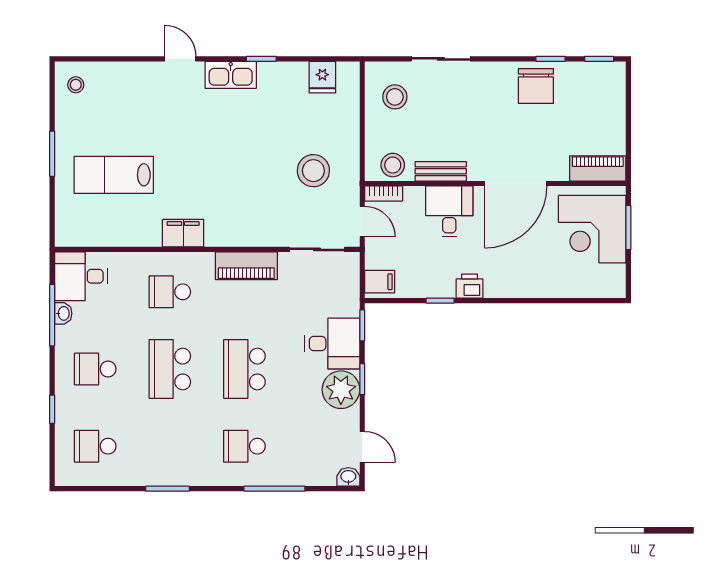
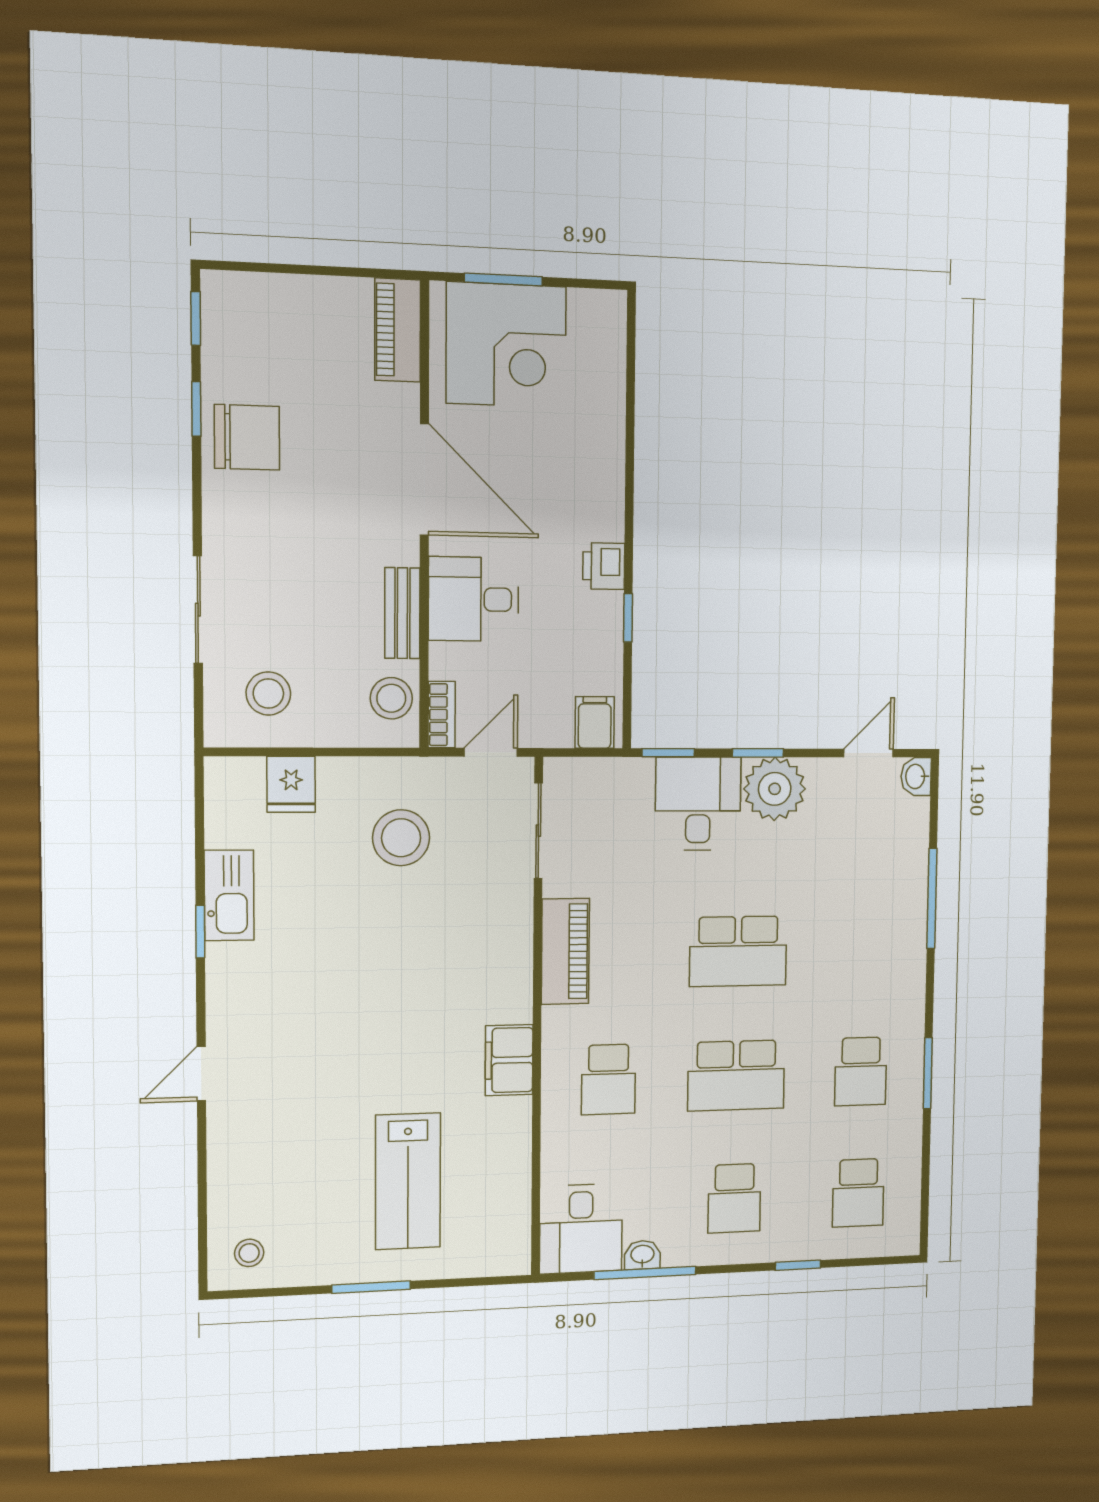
kitchen sink: (231, 75) -> (229, 895), moved
fridge: (322, 77) -> (291, 784), moved, turned 90
school desk: (244, 446) -> (861, 1072), moved

